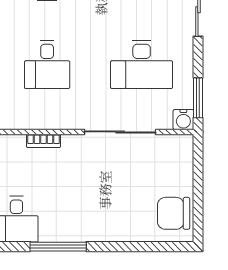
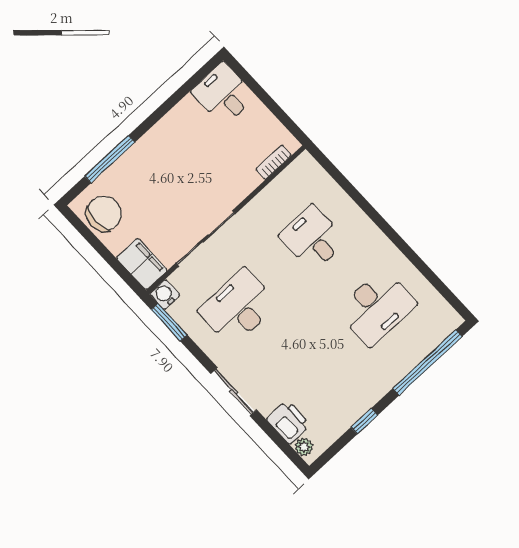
bookcase: (44, 141) -> (274, 162), moved
filing cabinet: (180, 155) -> (142, 264), added
window: (58, 247) -> (110, 159), moved

